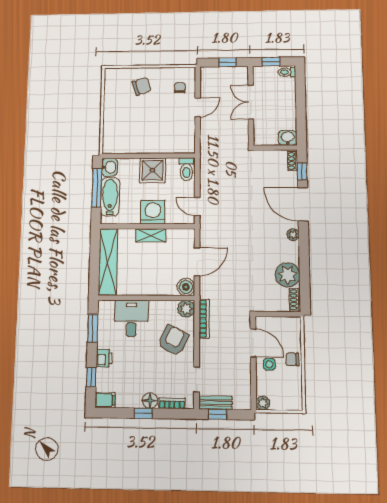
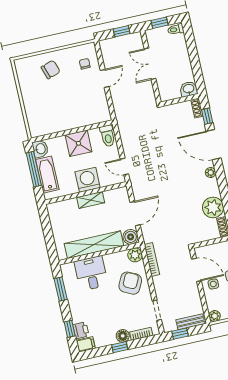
shelving: (108, 262) -> (94, 245), moved, turned 90
printer: (104, 358) -> (81, 330), moved
bench: (215, 403) -> (190, 322), moved

